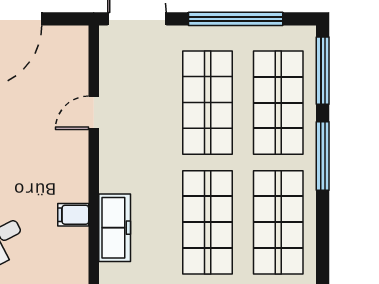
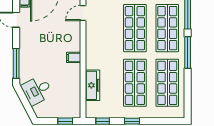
door: (94, 113) -> (83, 13), moved
filing cabinet: (73, 215) -> (74, 57), moved

